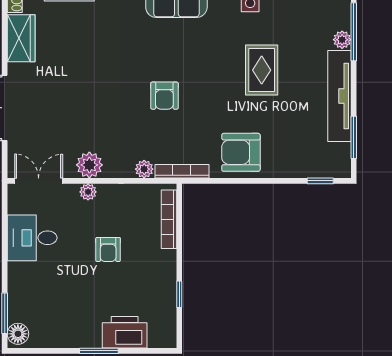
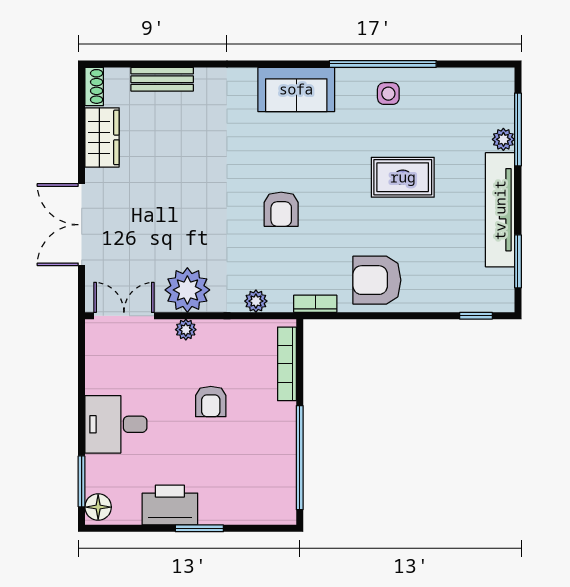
rug: (262, 70) -> (403, 177), turned 90
plant: (89, 165) -> (187, 290), width x1.36, depth x1.36
bookcase: (182, 171) -> (315, 304), width x0.64
desk: (32, 238) -> (116, 424), moved
window: (179, 294) -> (300, 458), width x3.17
printer: (125, 332) -> (170, 505), moved

